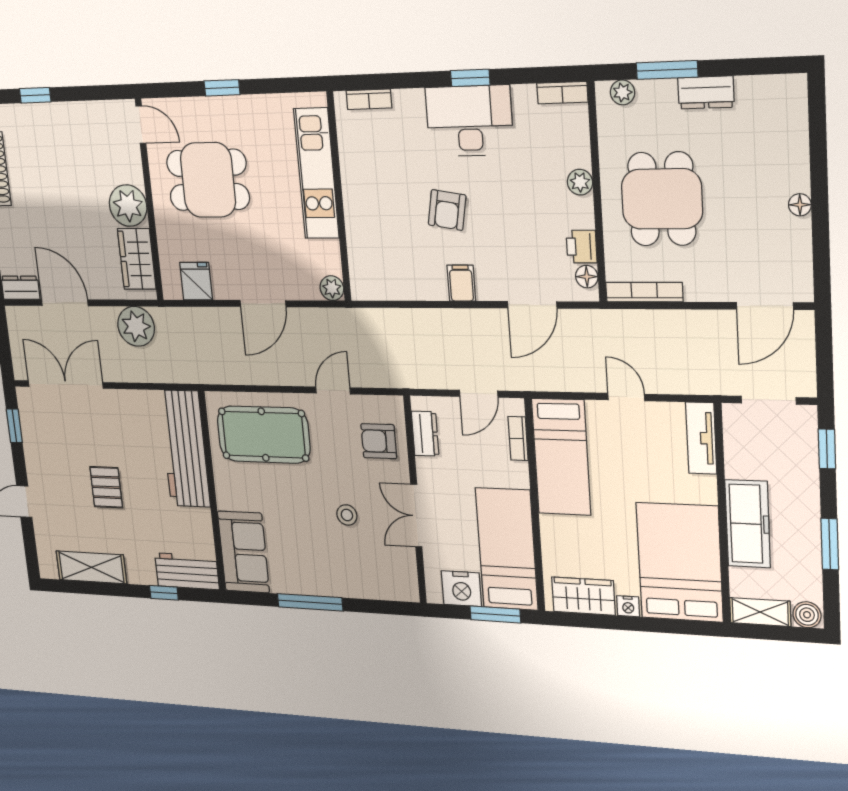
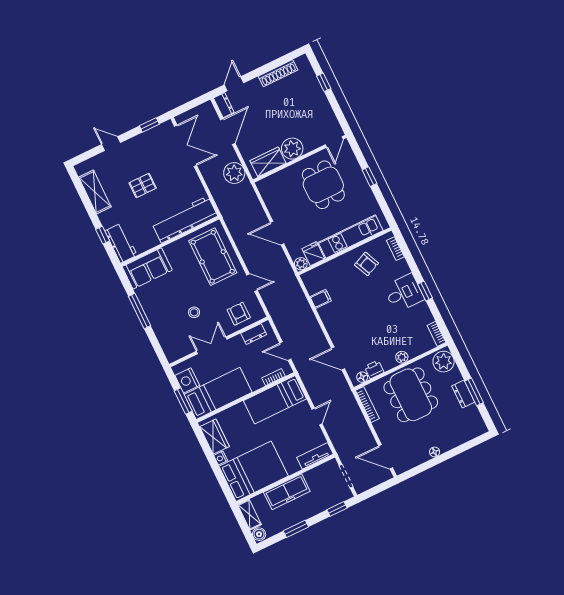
window: (667, 70) -> (474, 392), moved
plant: (623, 92) -> (444, 362), width x1.88, depth x1.88
desk: (469, 121) -> (404, 293), width x0.73
dining table: (662, 199) -> (411, 395), width x1.38
armchair: (447, 210) -> (367, 264), moved, turned -124
fridge: (196, 281) -> (313, 254), moved, turned -90
filing cabinet: (461, 283) -> (321, 299), moved

